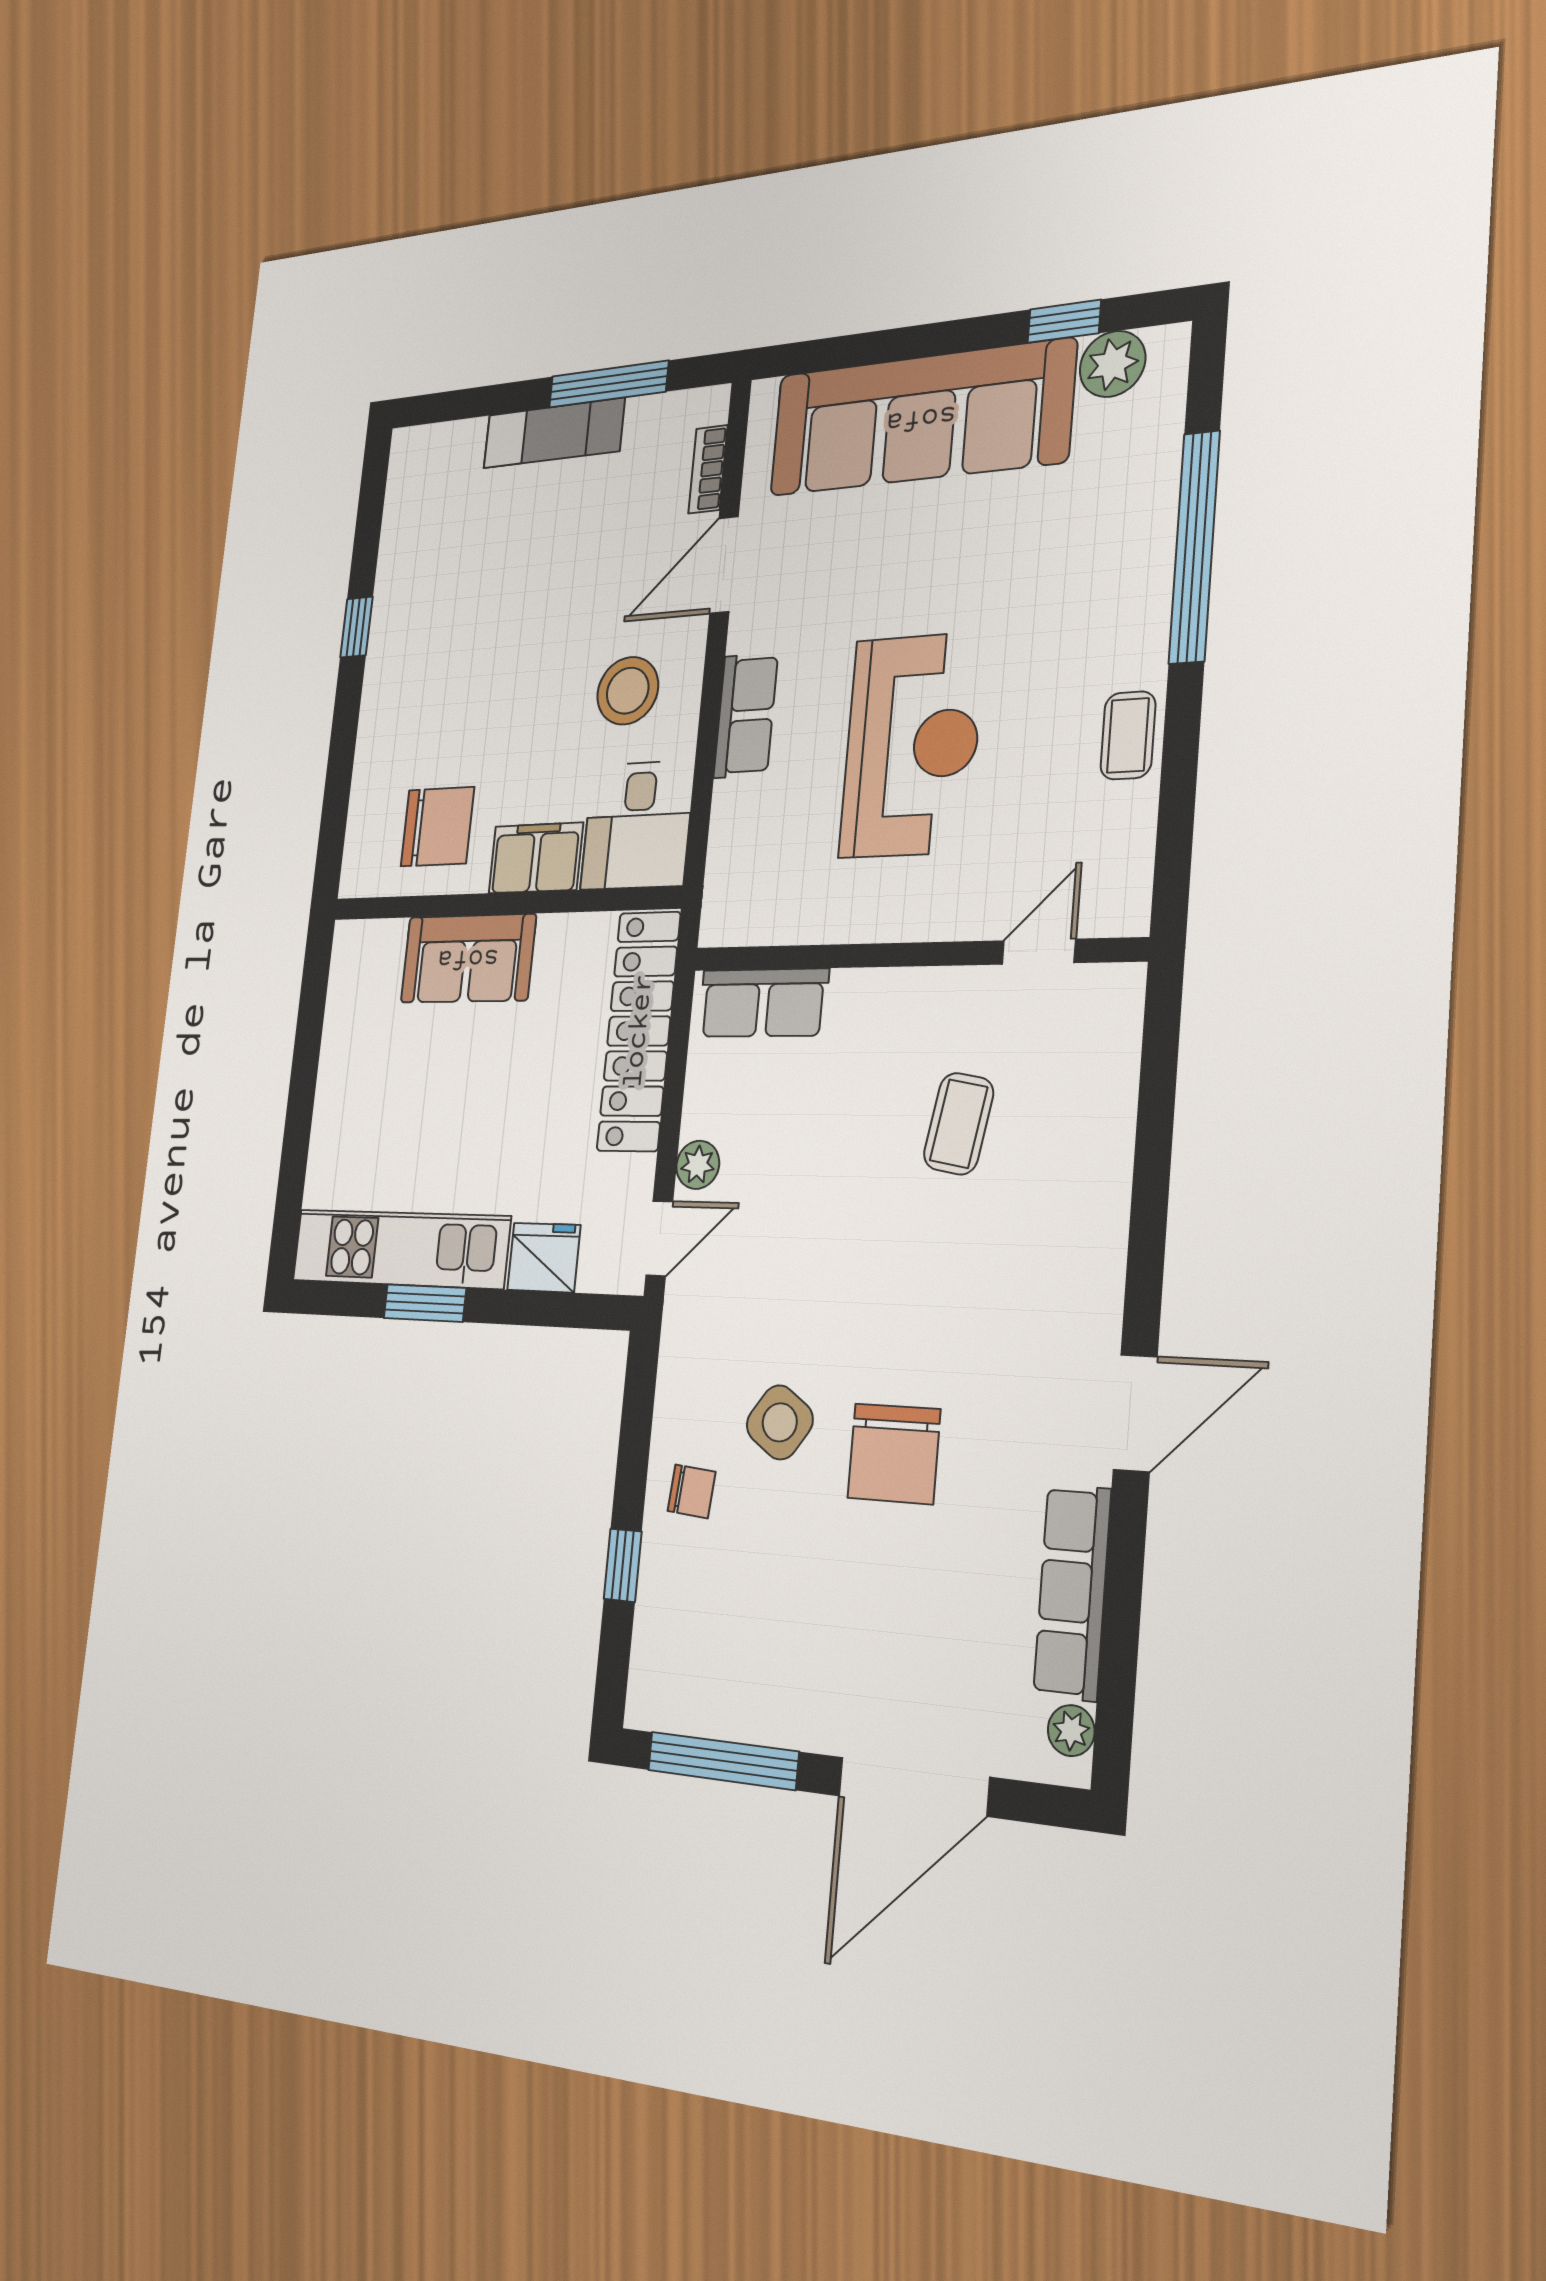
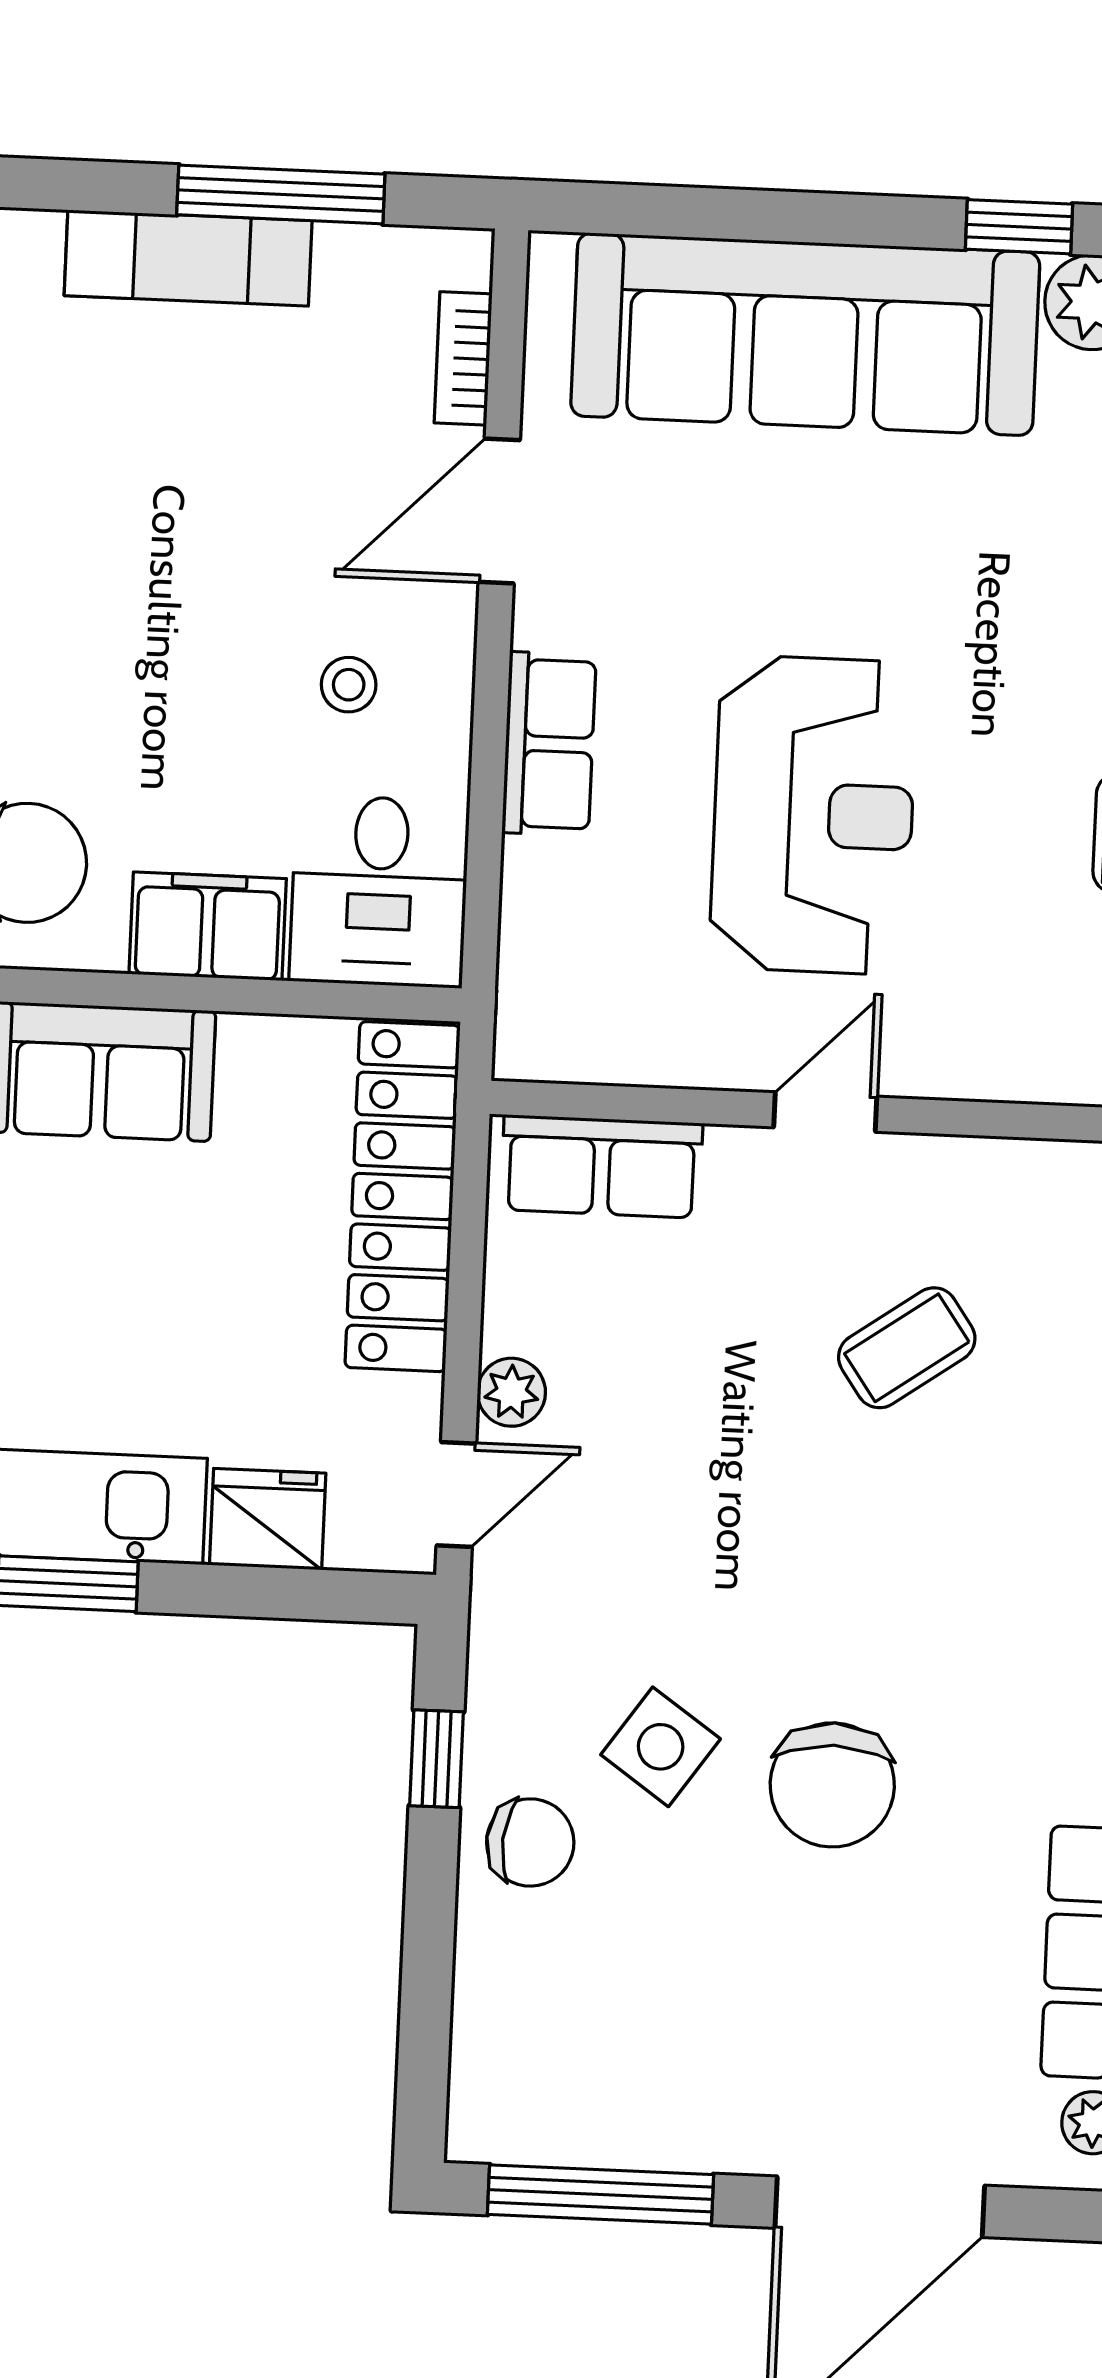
stool: (628, 691) -> (349, 685), width x0.53, depth x0.53
door: (1039, 952) -> (825, 1112), moved
coffee table: (959, 1124) -> (907, 1348), turned 45
chair: (692, 1491) -> (530, 1842), width x1.37, depth x1.37
window: (623, 1565) -> (437, 1759), moved

